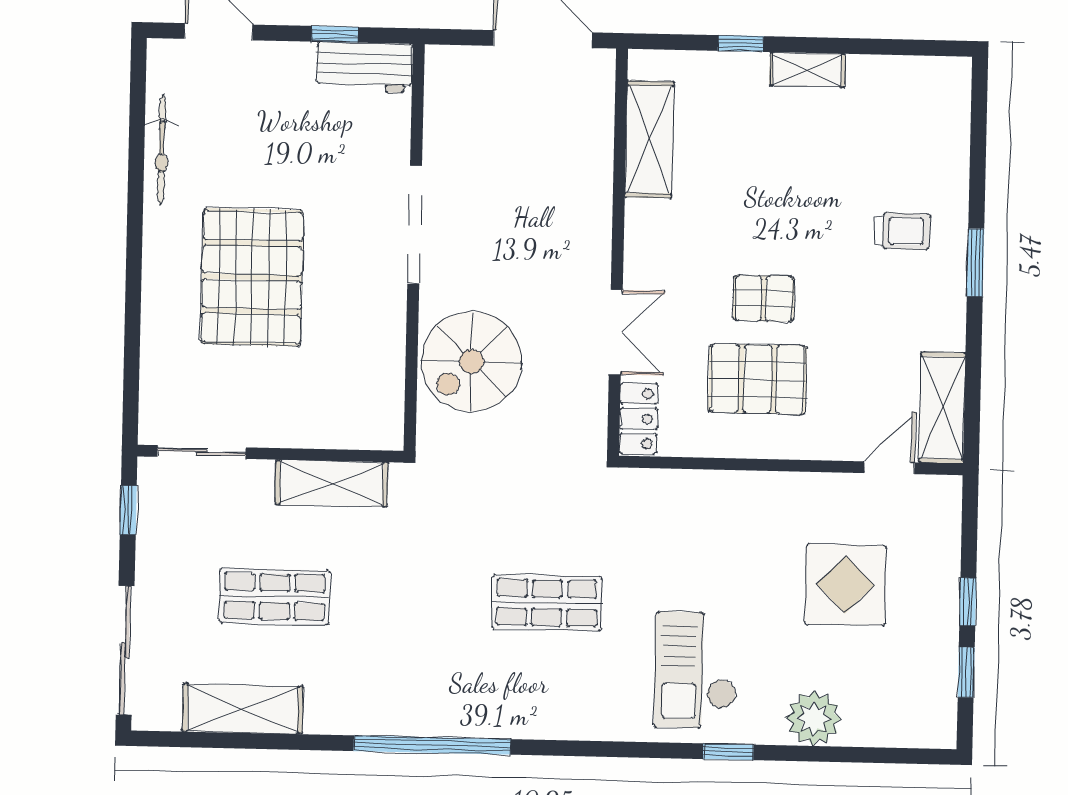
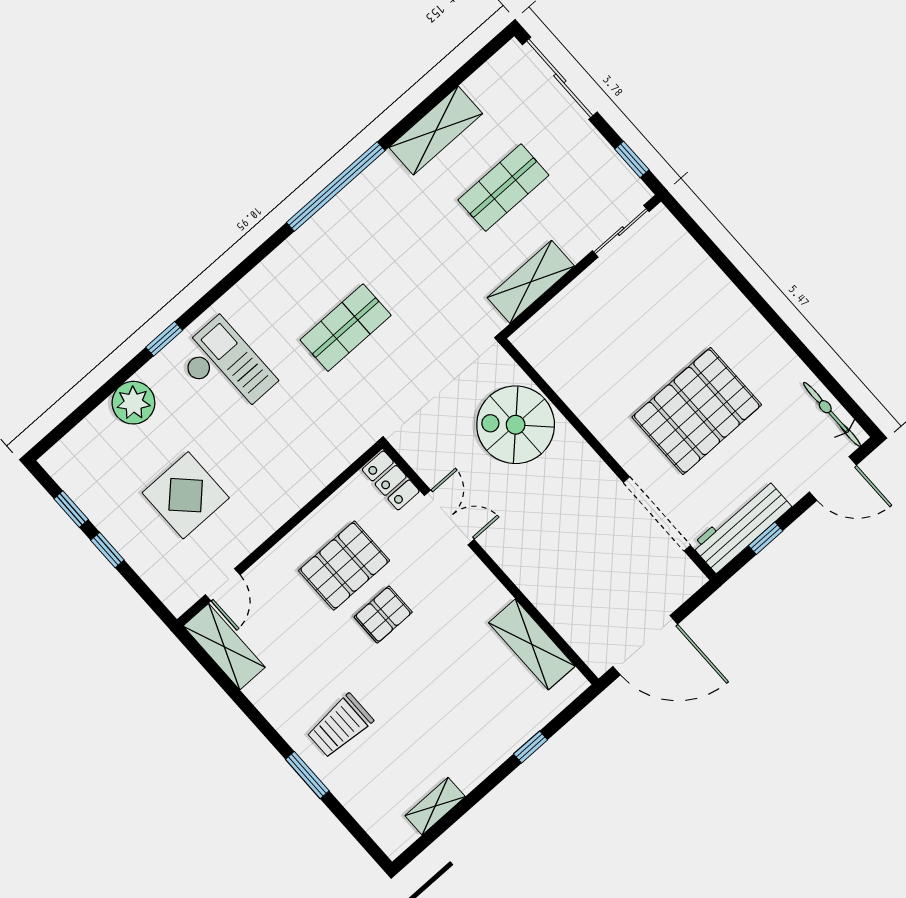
workbench: (365, 67) -> (742, 526), width x1.38
shelving: (807, 70) -> (435, 806), moved
bicycle: (162, 150) -> (832, 414), moved
doorway: (415, 225) -> (657, 514), moved
trolley: (903, 231) -> (340, 726), width x1.36, depth x1.39
window: (975, 263) -> (307, 775), moved
pallet: (252, 277) -> (697, 411), moved, turned 90
double door: (616, 332) -> (449, 517), swing flipped
spiral stairs: (472, 361) -> (516, 425), turned -90
shelving: (243, 709) -> (436, 131), moved

